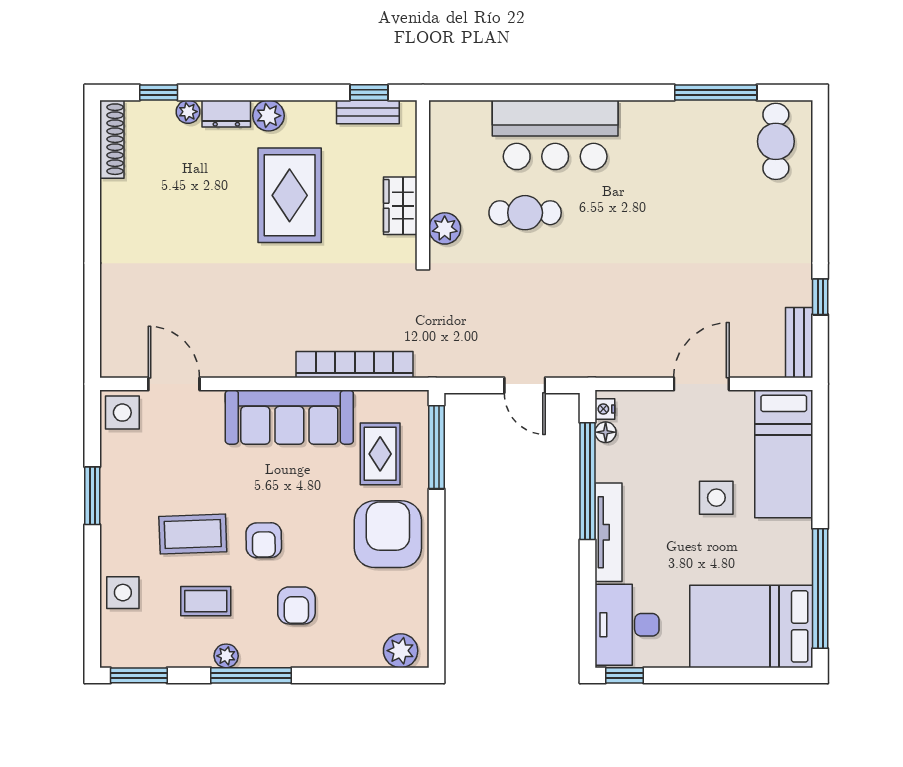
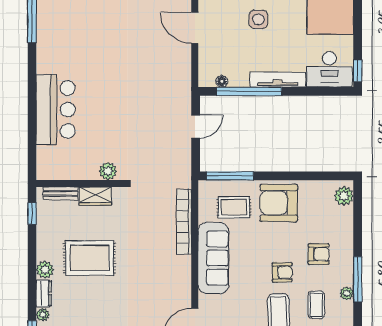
bench: (368, 112) -> (60, 193), moved, turned 90
cafe table: (525, 213) -> (99, 126), removed
nightstand: (605, 409) -> (209, 82), removed

